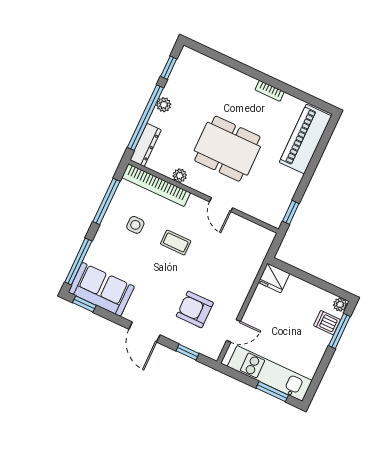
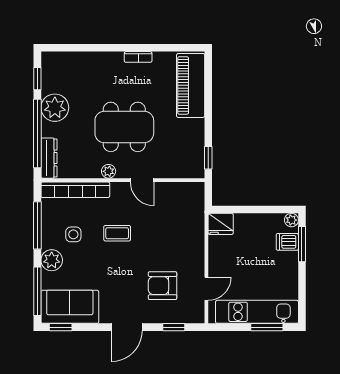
plant: (164, 105) -> (55, 108), width x1.87, depth x1.87
plant: (180, 176) -> (109, 171), moved
plant: (105, 239) -> (52, 260), added
door: (144, 332) -> (127, 327), hinge flipped

